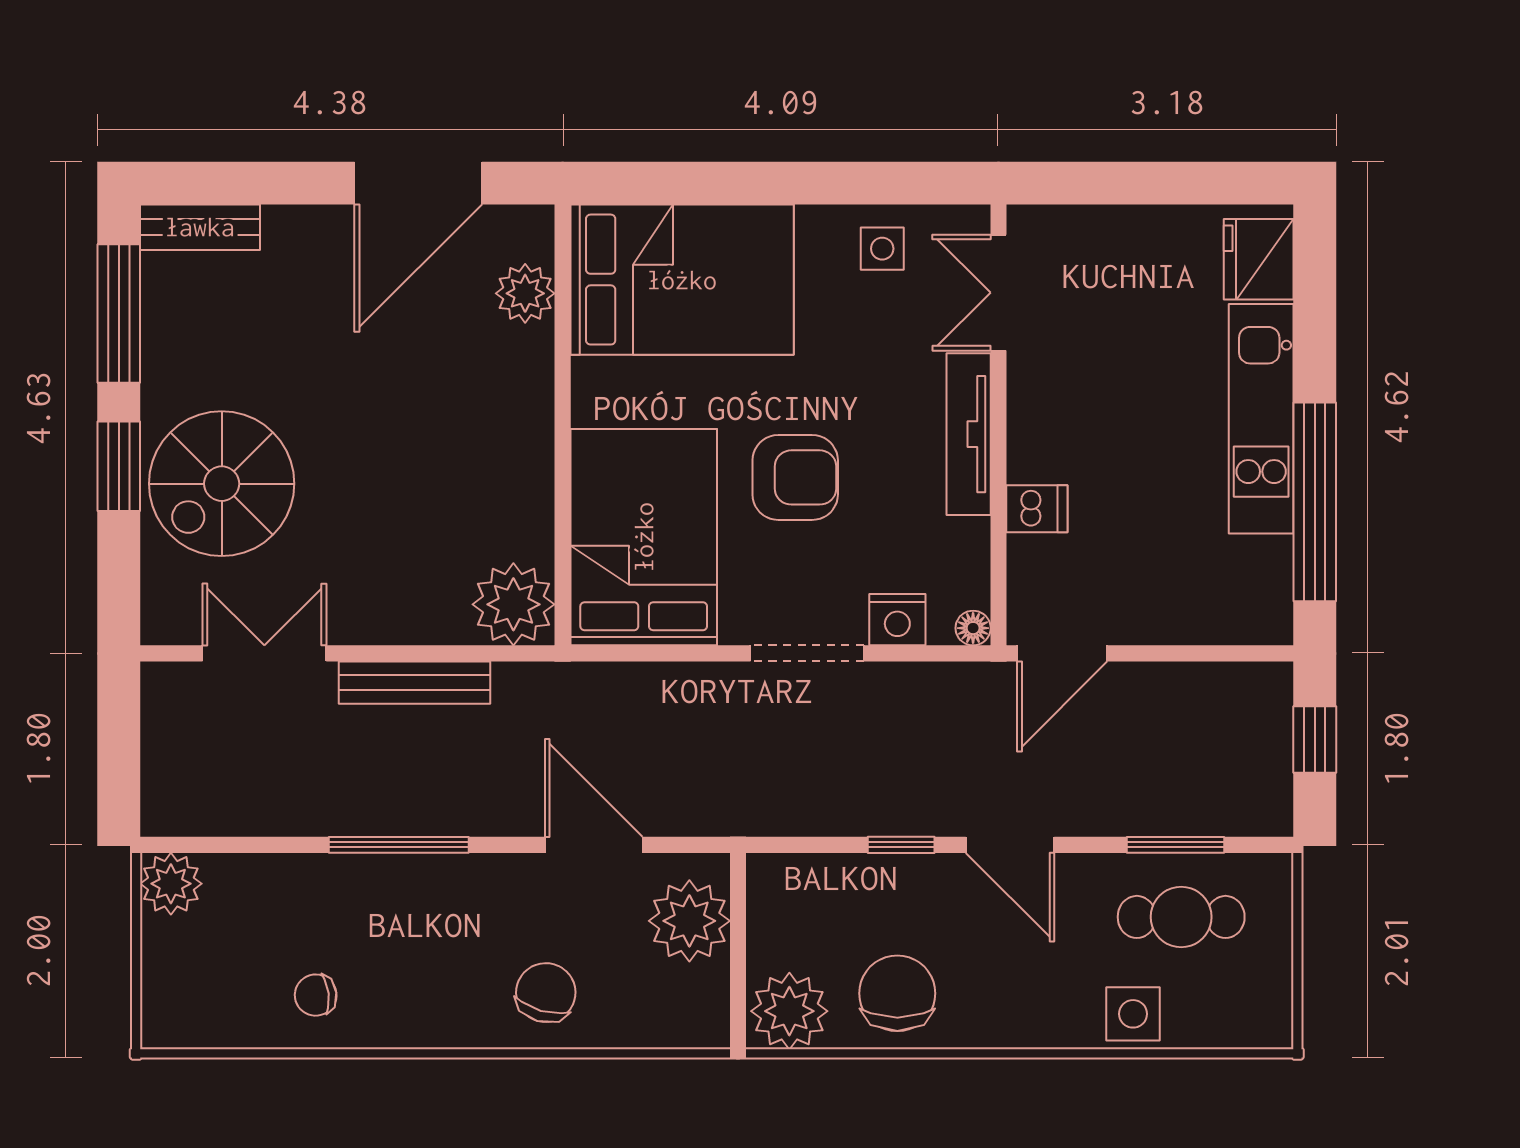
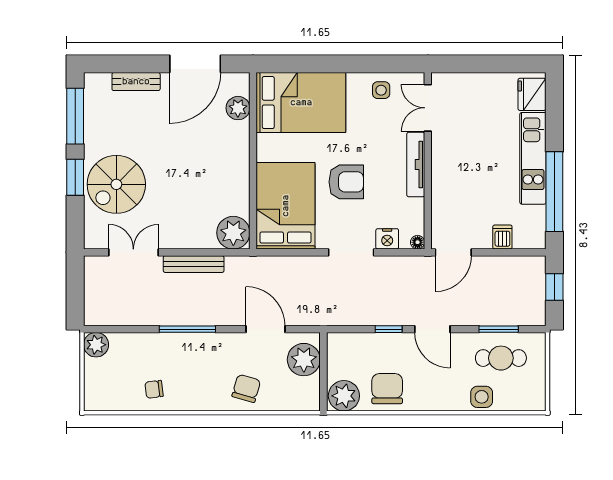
bench: (200, 227) -> (136, 82), moved
dishwasher: (1037, 509) -> (502, 237), moved, turned -90

